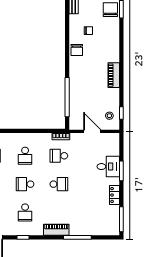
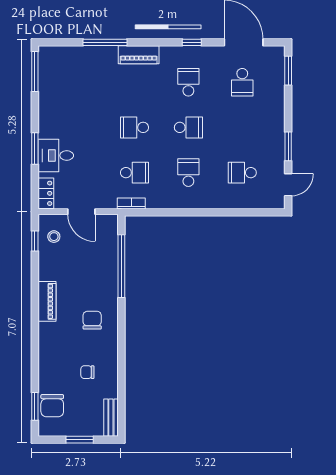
chair: (77, 50) -> (92, 320), moved
locker: (114, 195) -> (46, 193), moved

